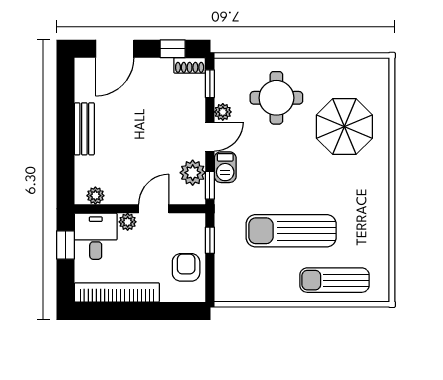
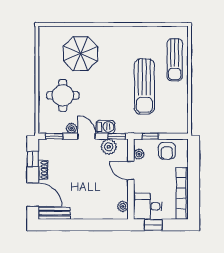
shoe rack: (190, 65) -> (43, 170), moved
bench: (84, 129) -> (54, 213), moved
plant: (128, 222) -> (139, 154), moved
armchair: (186, 267) -> (167, 151), turned -90

